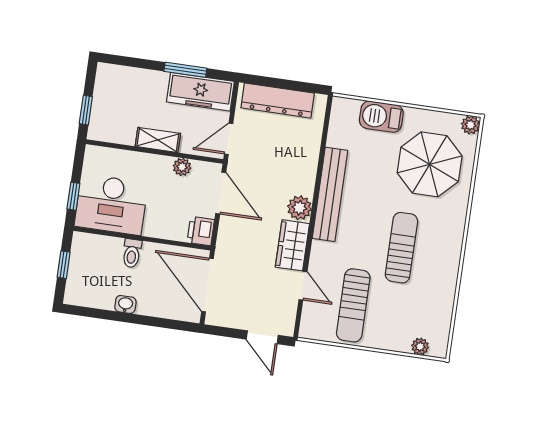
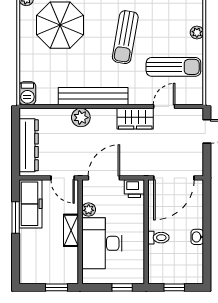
barbecue: (381, 117) -> (27, 93), moved, width x0.73, depth x0.79
desk: (111, 205) -> (102, 243), moved, turned 180
plant: (299, 208) -> (81, 118), moved
sun lounger: (401, 248) -> (125, 37), turned -80
plant: (420, 347) -> (197, 33), moved

